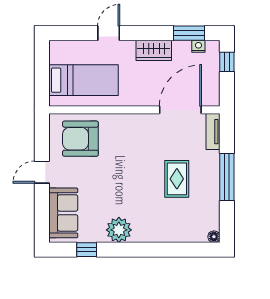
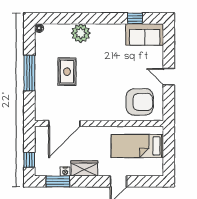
nightstand: (198, 46) -> (65, 172), moved
tv unit: (213, 132) -> (40, 107), removed
door: (42, 172) -> (169, 77), swing flipped
sofa: (63, 213) -> (145, 34), moved, turned -90
plant: (119, 230) -> (81, 33), moved

